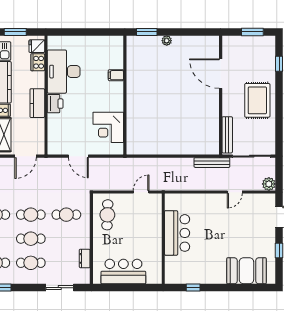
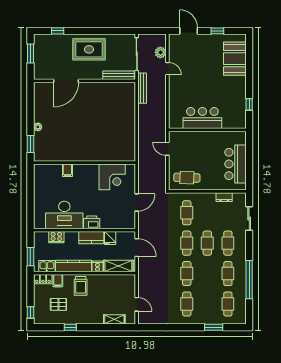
fridge: (37, 46) -> (110, 238), moved
plant: (269, 184) -> (160, 52), moved

